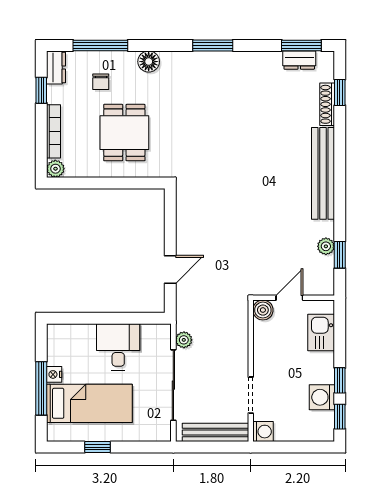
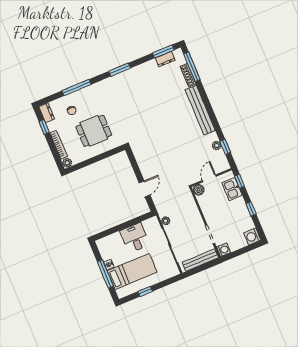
window: (100, 45) -> (76, 88), moved
floor lamp: (149, 62) -> (91, 91), removed
window: (340, 92) -> (192, 67), width x2.17
dining table: (124, 133) -> (94, 131), turned 90
washing machine: (322, 397) -> (252, 237), moved
window: (340, 417) -> (240, 181), moved

